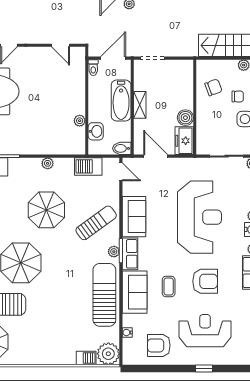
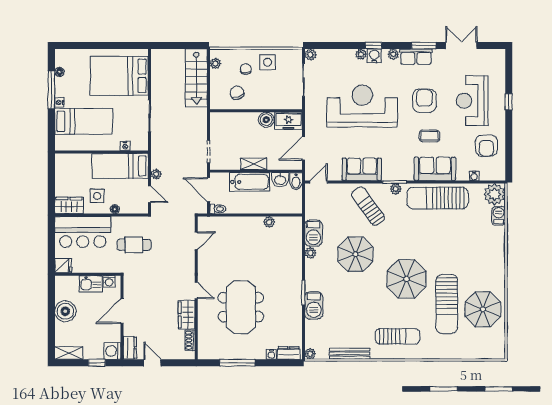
washbasin: (96, 131) -> (280, 180), moved, turned 180
barbecue: (88, 166) -> (313, 233), moved
row of seats: (130, 254) -> (398, 173), removed

